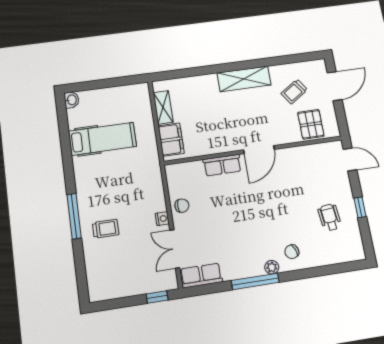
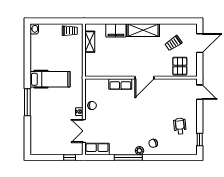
hospital bed: (102, 139) -> (50, 79), moved
filing cabinet: (171, 140) -> (116, 30), moved, turned 90
window: (360, 207) -> (200, 139), moved
trolley: (106, 229) -> (70, 31), moved

